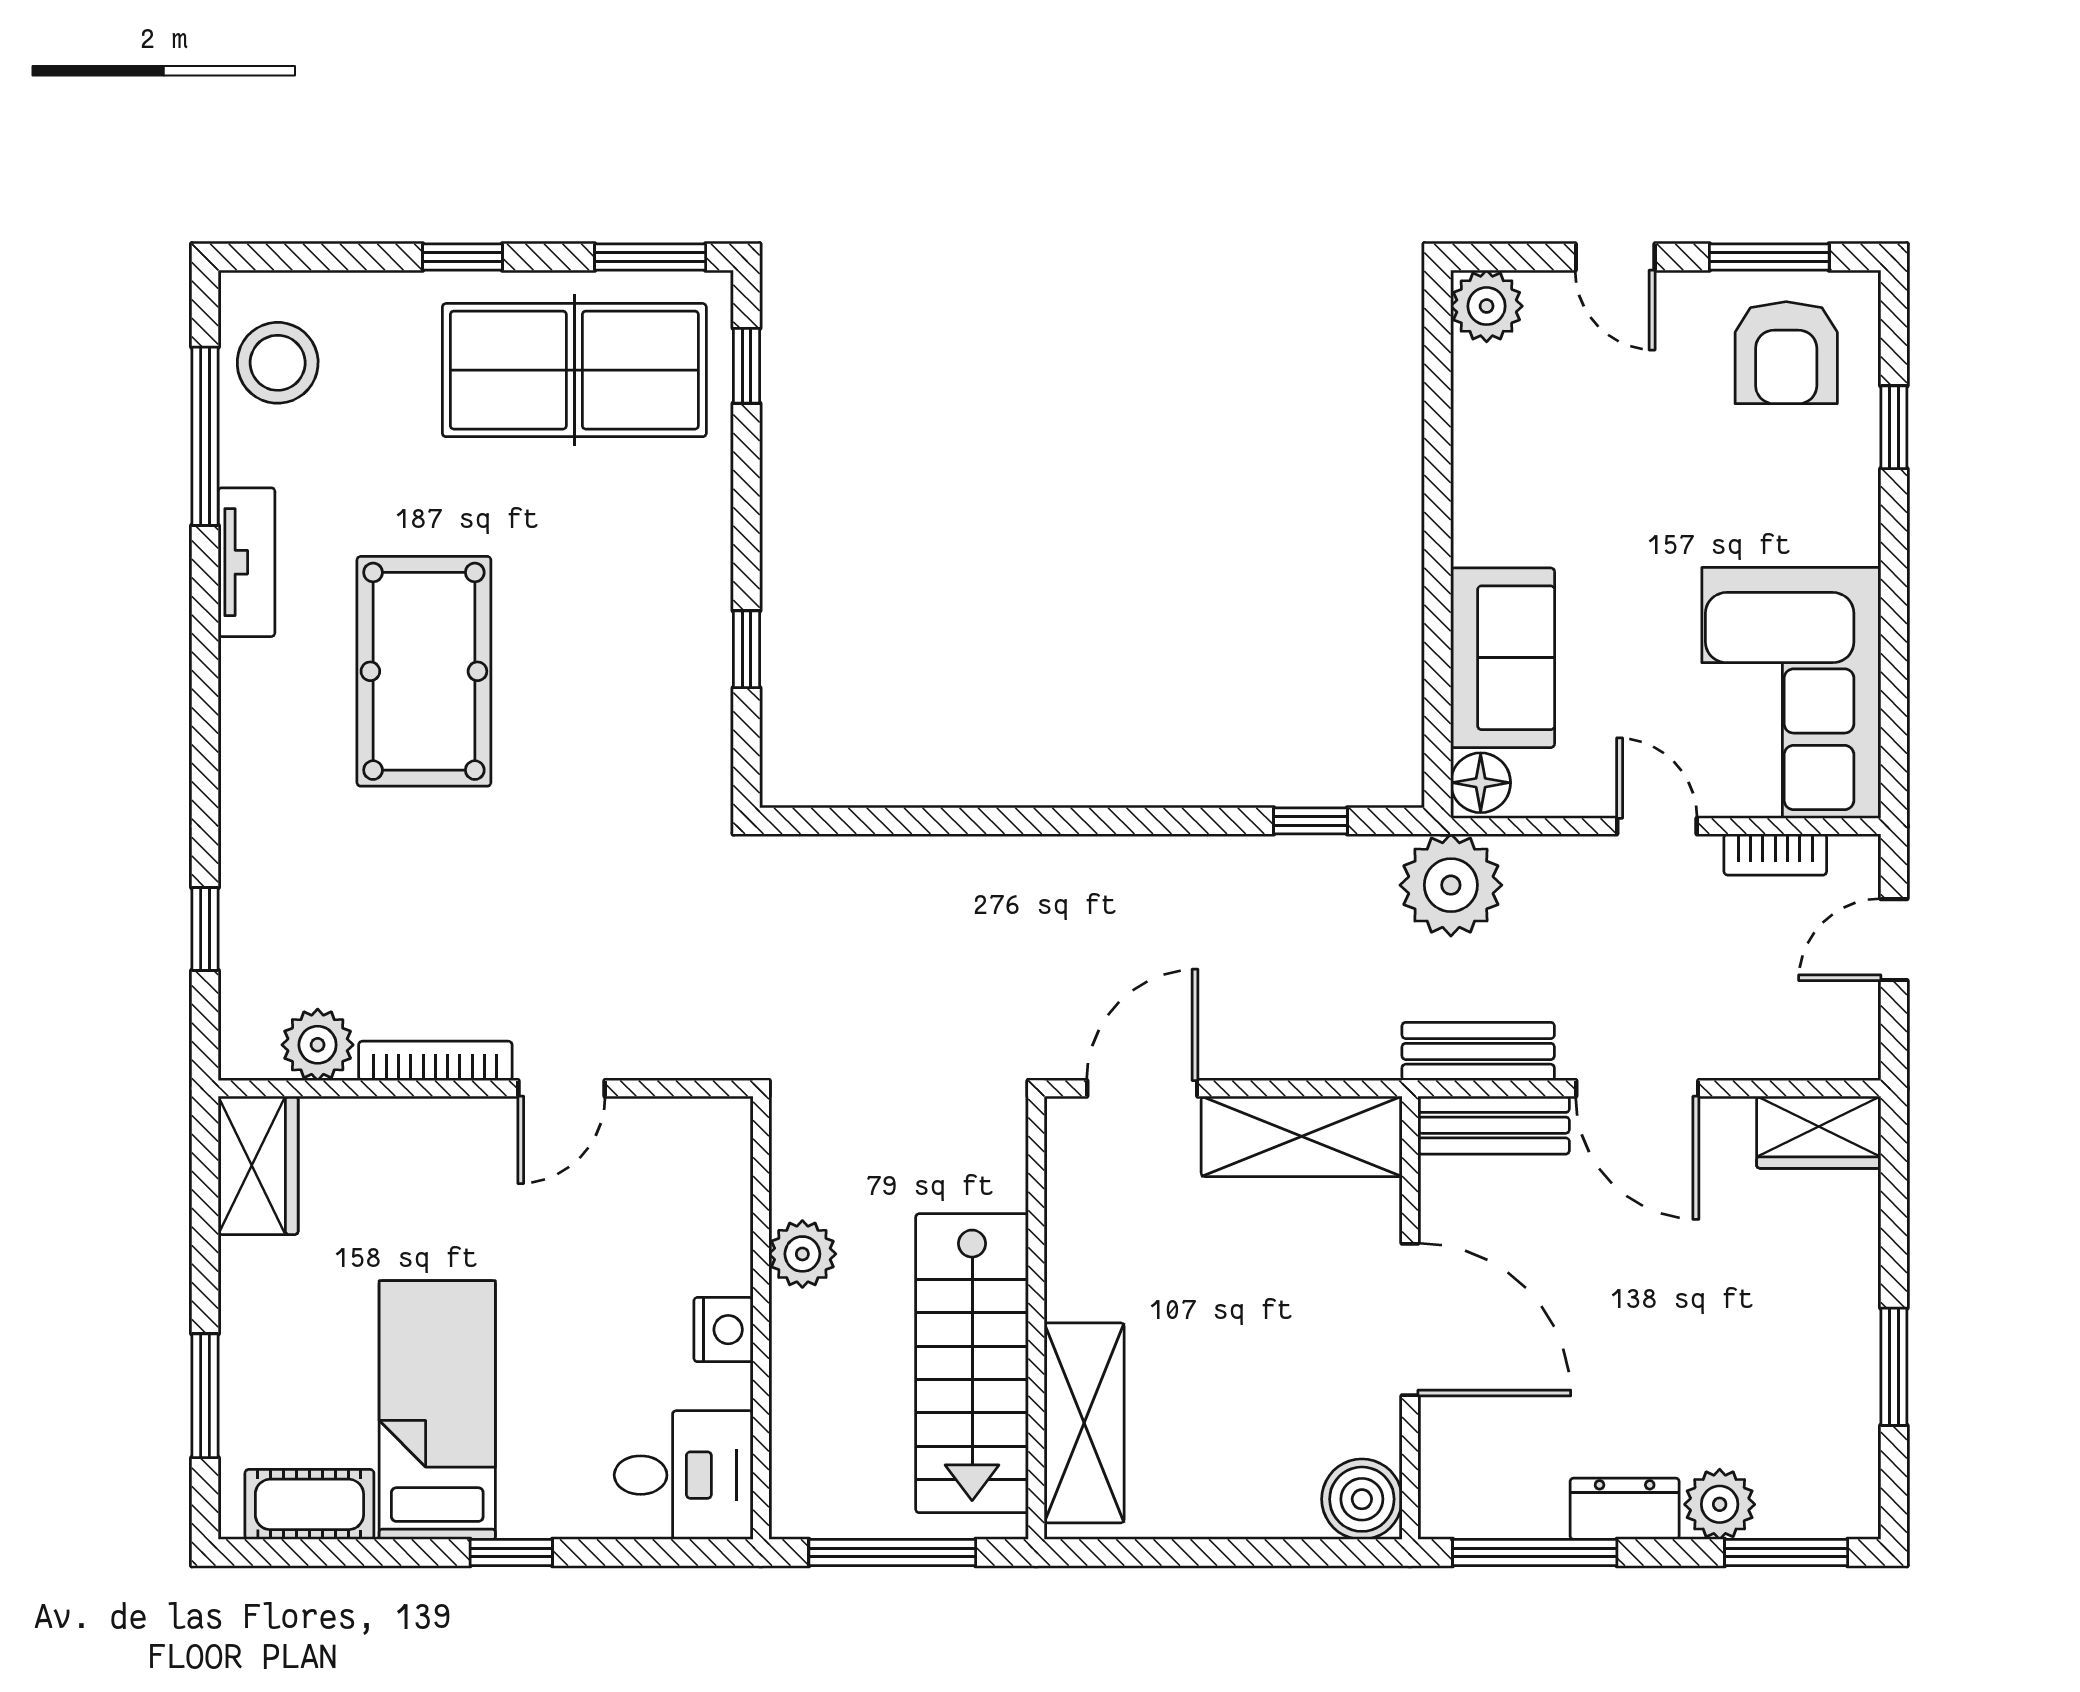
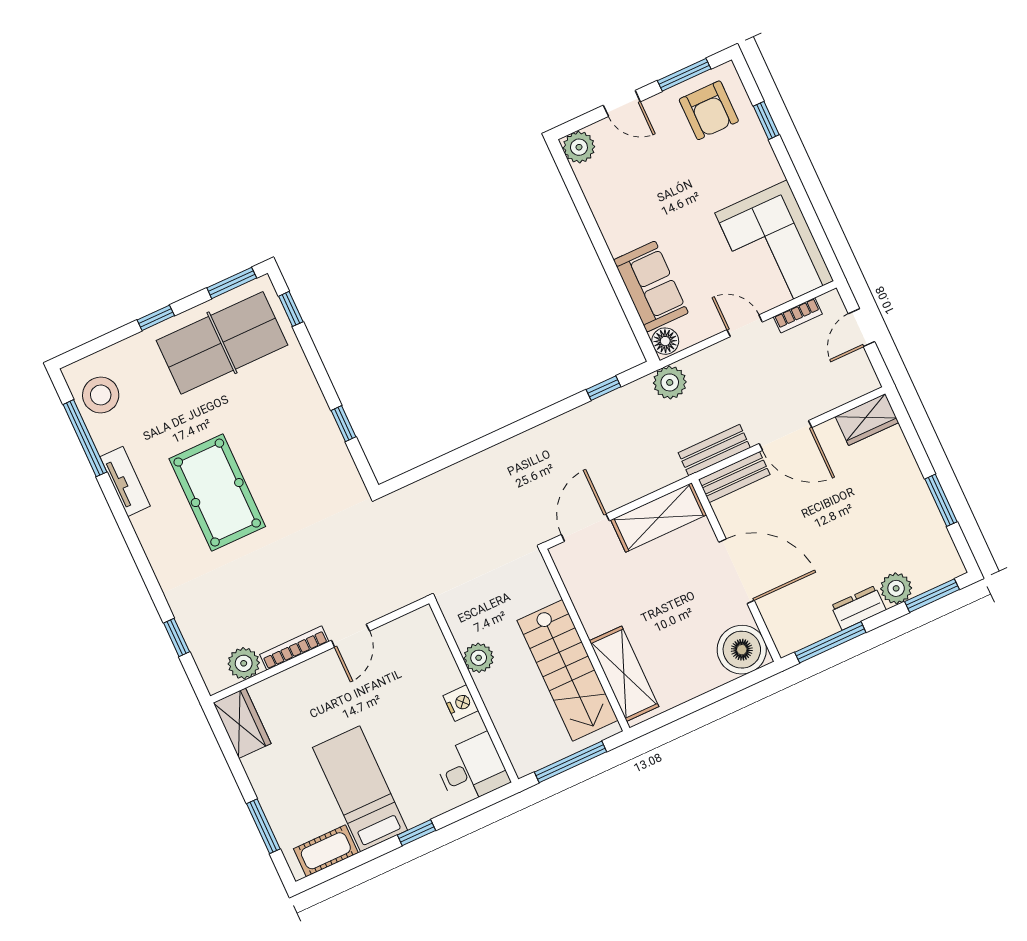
plant: (1451, 885) -> (670, 382), width x0.73, depth x0.73
boiler: (1362, 1499) -> (742, 650), width x1.37, depth x1.37

